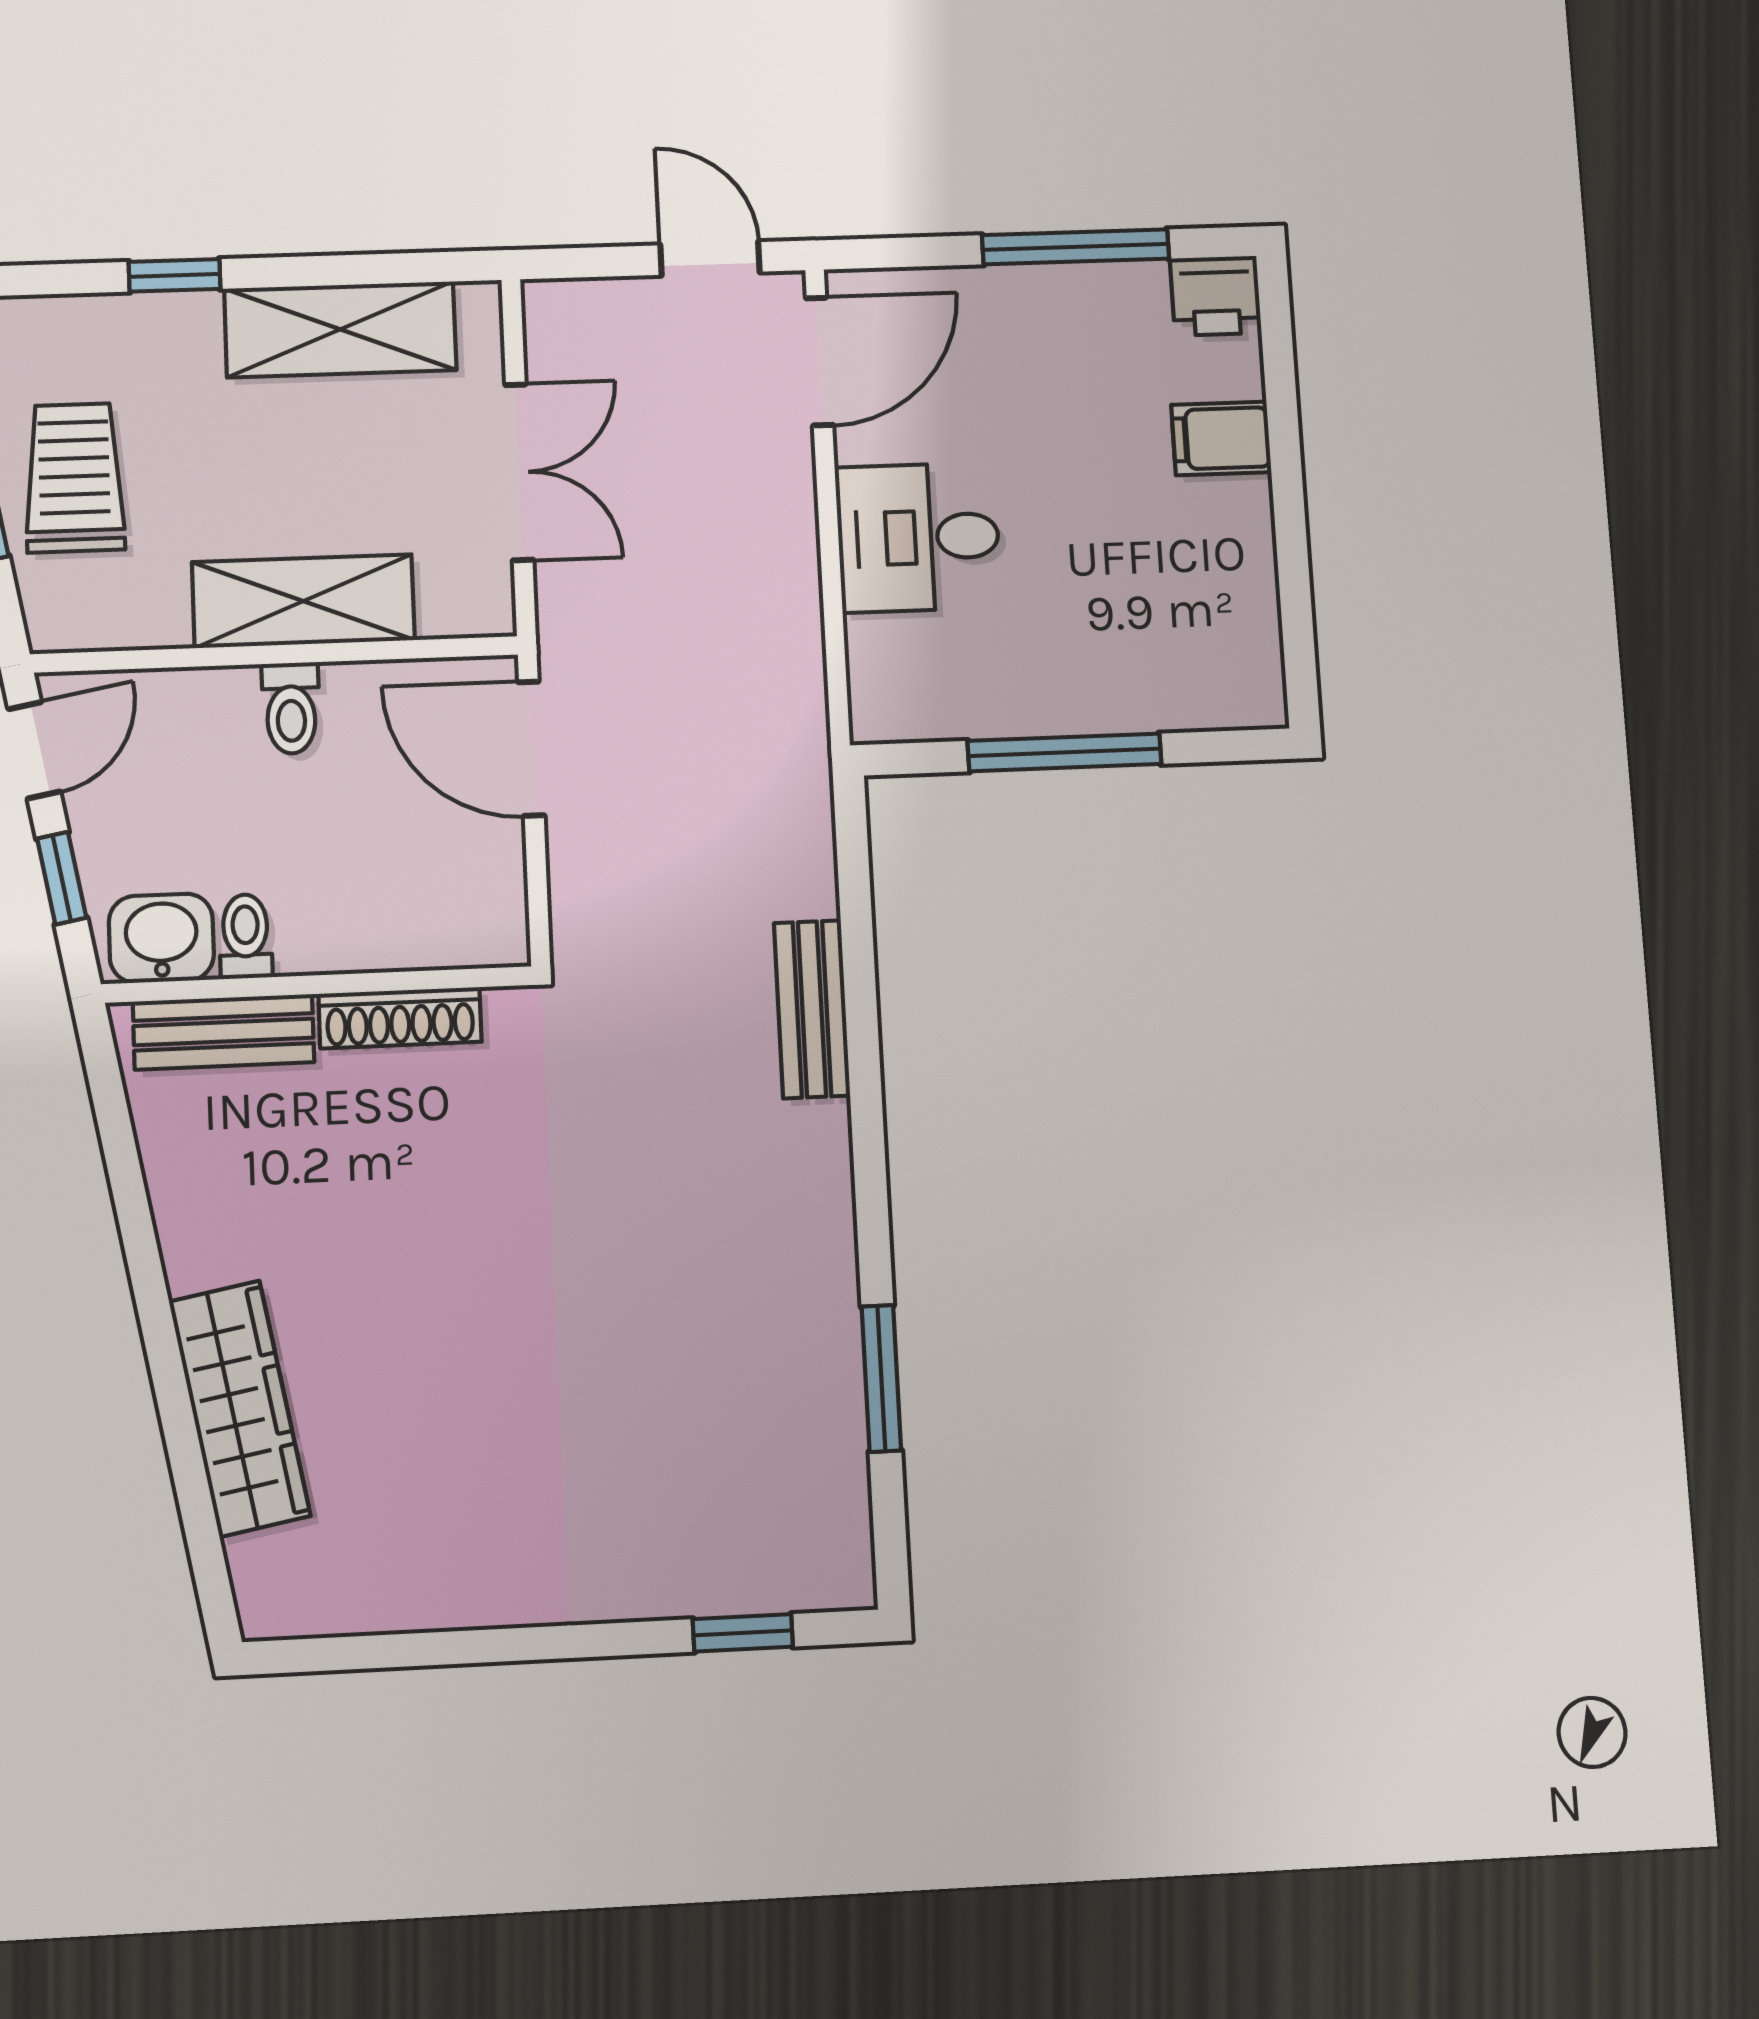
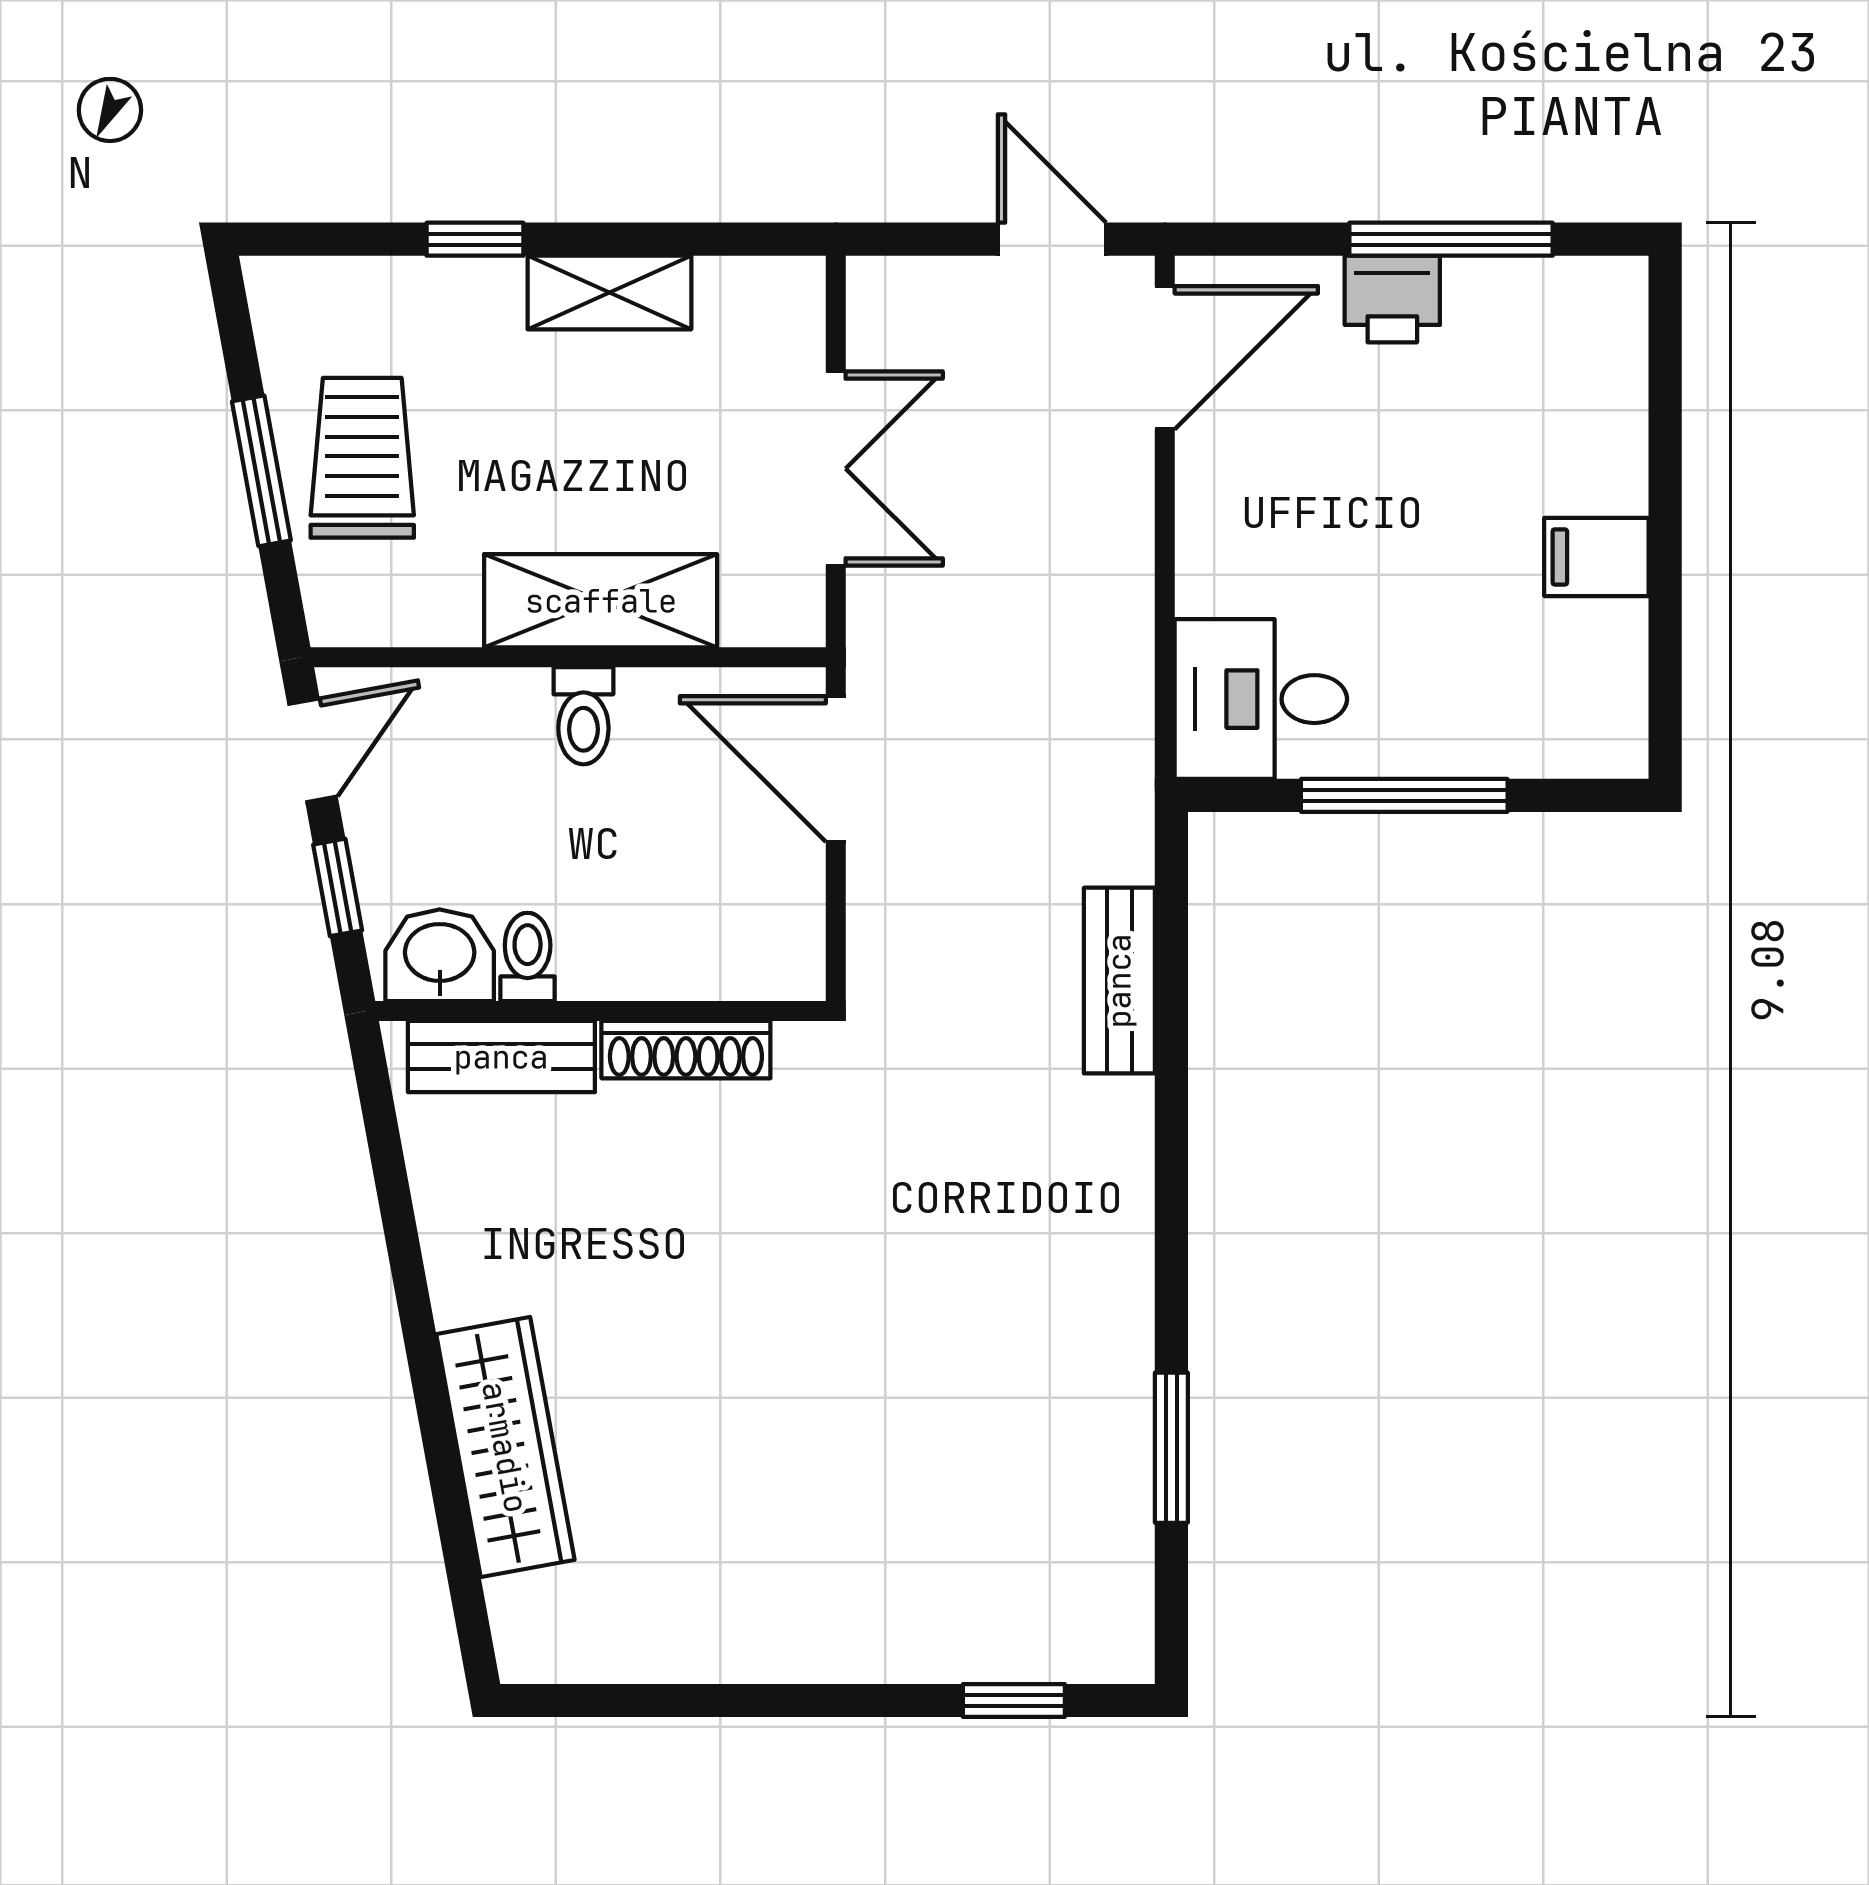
printer: (1216, 296) -> (1392, 299), moved
shelving: (340, 329) -> (609, 293), width x0.67, depth x0.75
filing cabinet: (1221, 438) -> (1596, 557), moved
desk: (918, 537) -> (1261, 699), moved
bench: (812, 1009) -> (1119, 981), moved

